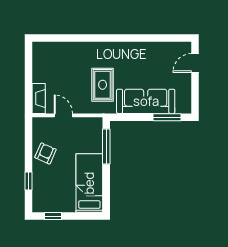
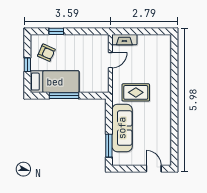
window: (106, 146) -> (64, 96), moved
armchair: (45, 153) -> (46, 53), moved
window: (53, 216) -> (27, 65), moved

